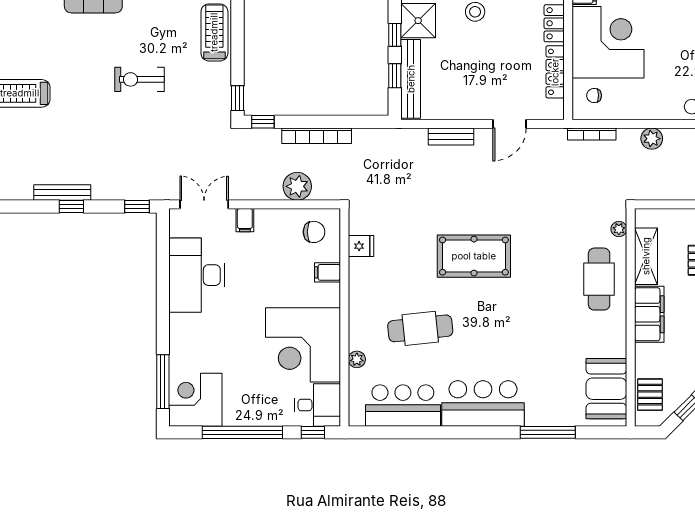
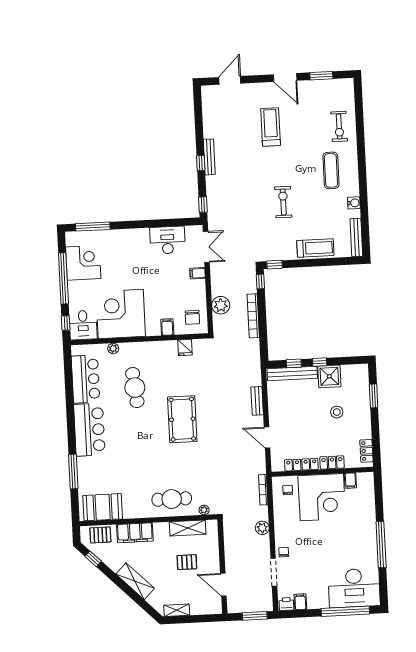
desk: (197, 275) -> (167, 240), width x0.73, depth x0.77
filing cabinet: (649, 314) -> (135, 533), moved
corner desk: (195, 400) -> (83, 263), moved

